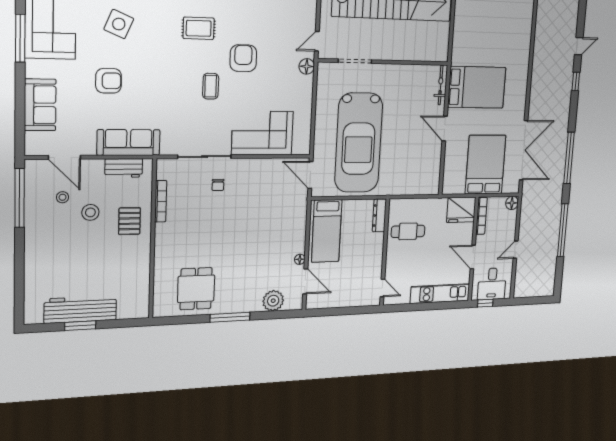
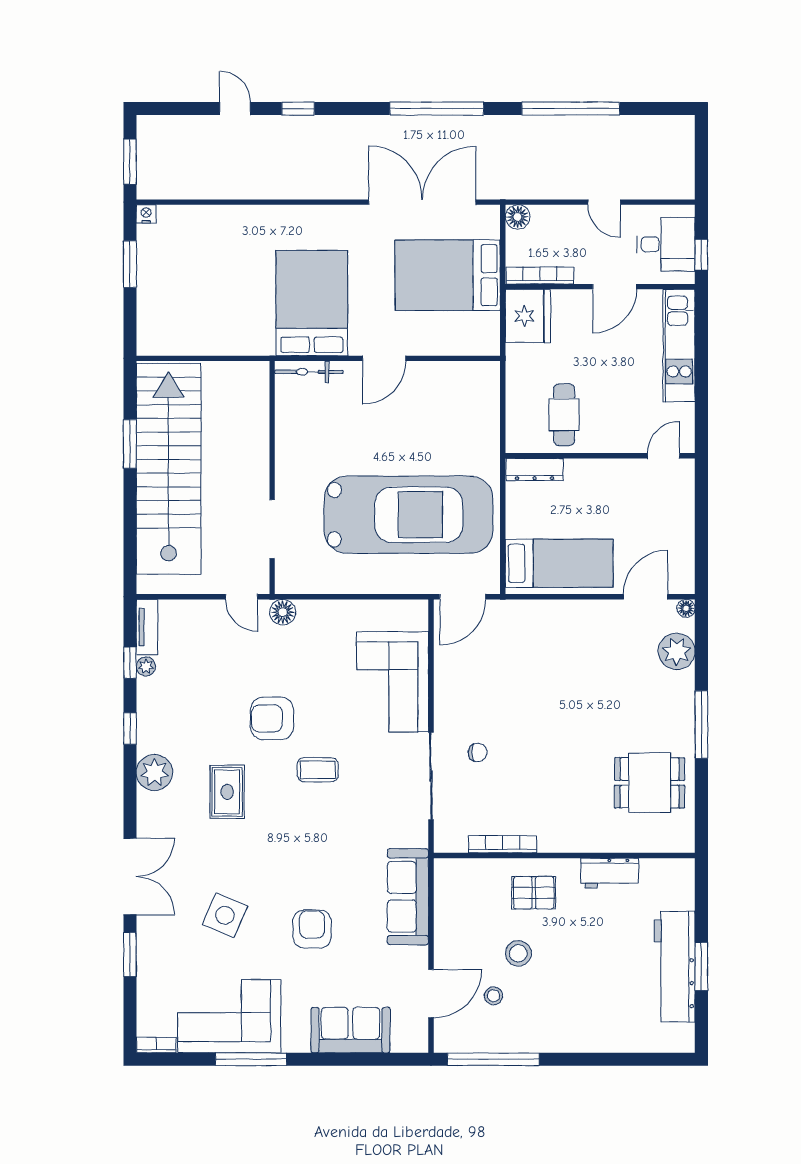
workbench: (124, 168) -> (610, 873), moved, turned 90
floor lamp: (300, 259) -> (686, 608), moved

